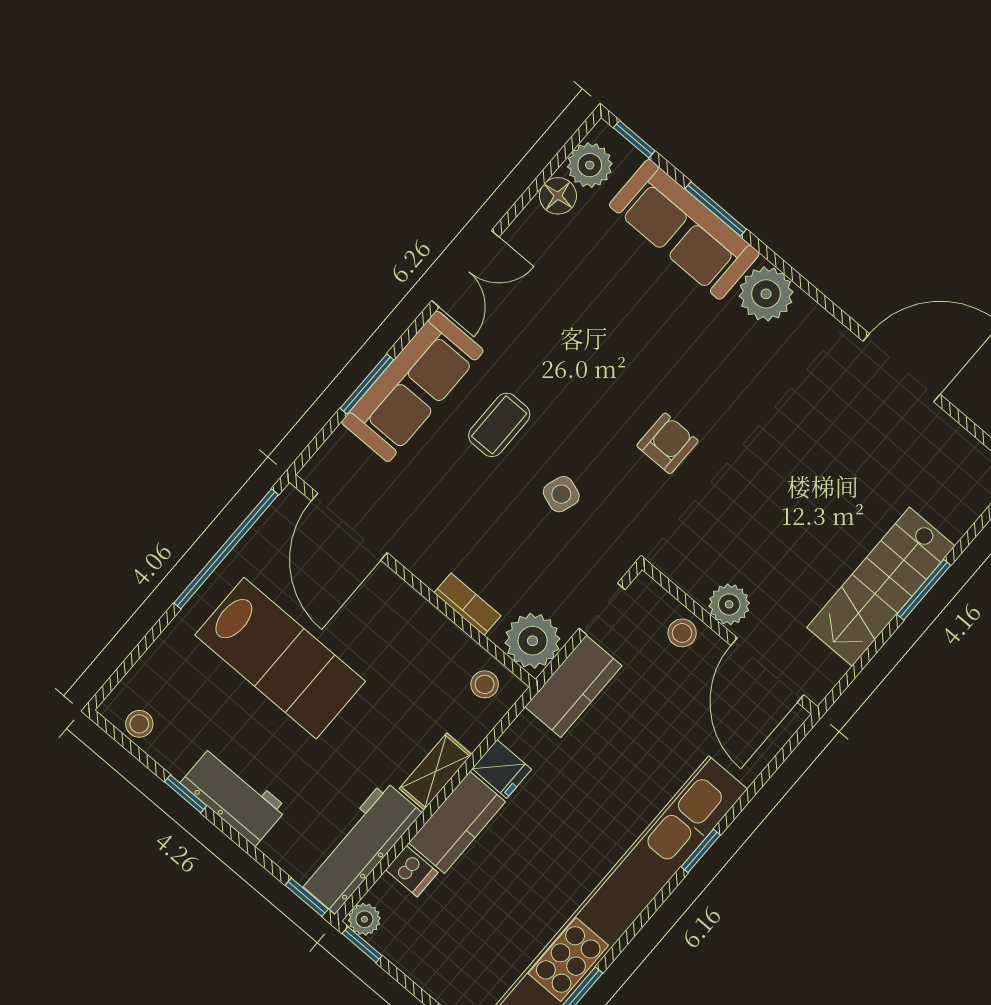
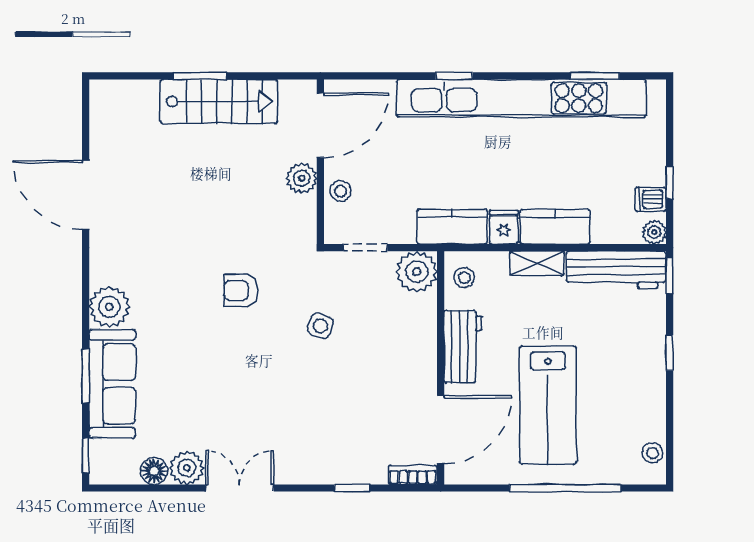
plant: (590, 165) -> (187, 468), moved
window: (367, 384) -> (352, 488), width x0.67
sofa: (412, 386) -> (331, 461), removed
coffee table: (499, 425) -> (311, 394), removed
window: (226, 549) -> (565, 488), moved
bookcase: (467, 604) -> (413, 475), moved, turned 90
lab bench: (280, 658) -> (548, 405), turned 180
kitchen counter: (573, 686) -> (452, 227), moved
window: (186, 794) -> (670, 353), moved
workbench: (234, 796) -> (463, 347), moved, turned 180
dishwasher: (412, 871) -> (651, 199), moved, turned -90
window: (362, 945) -> (670, 183), moved

